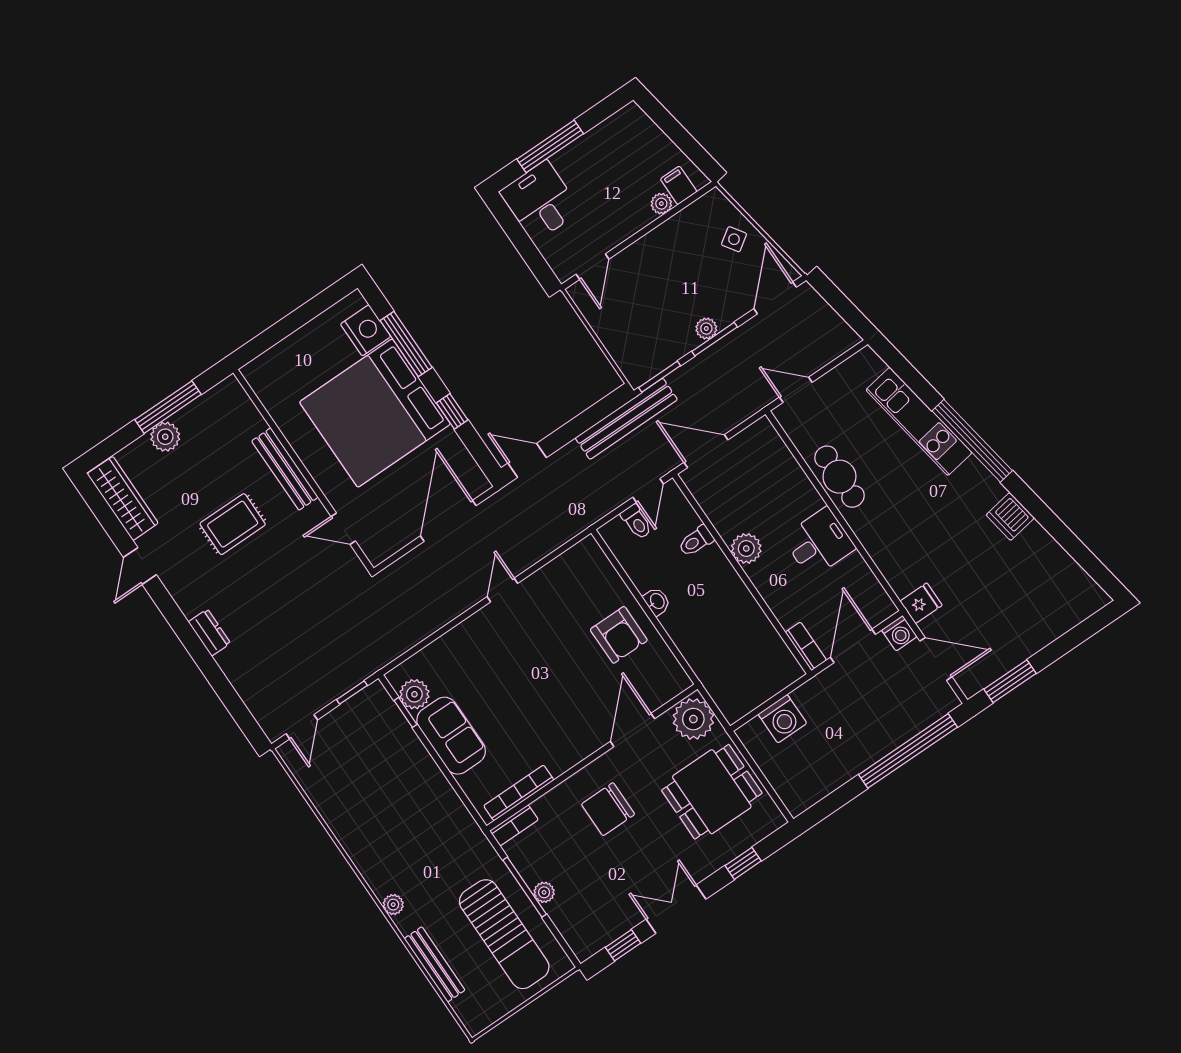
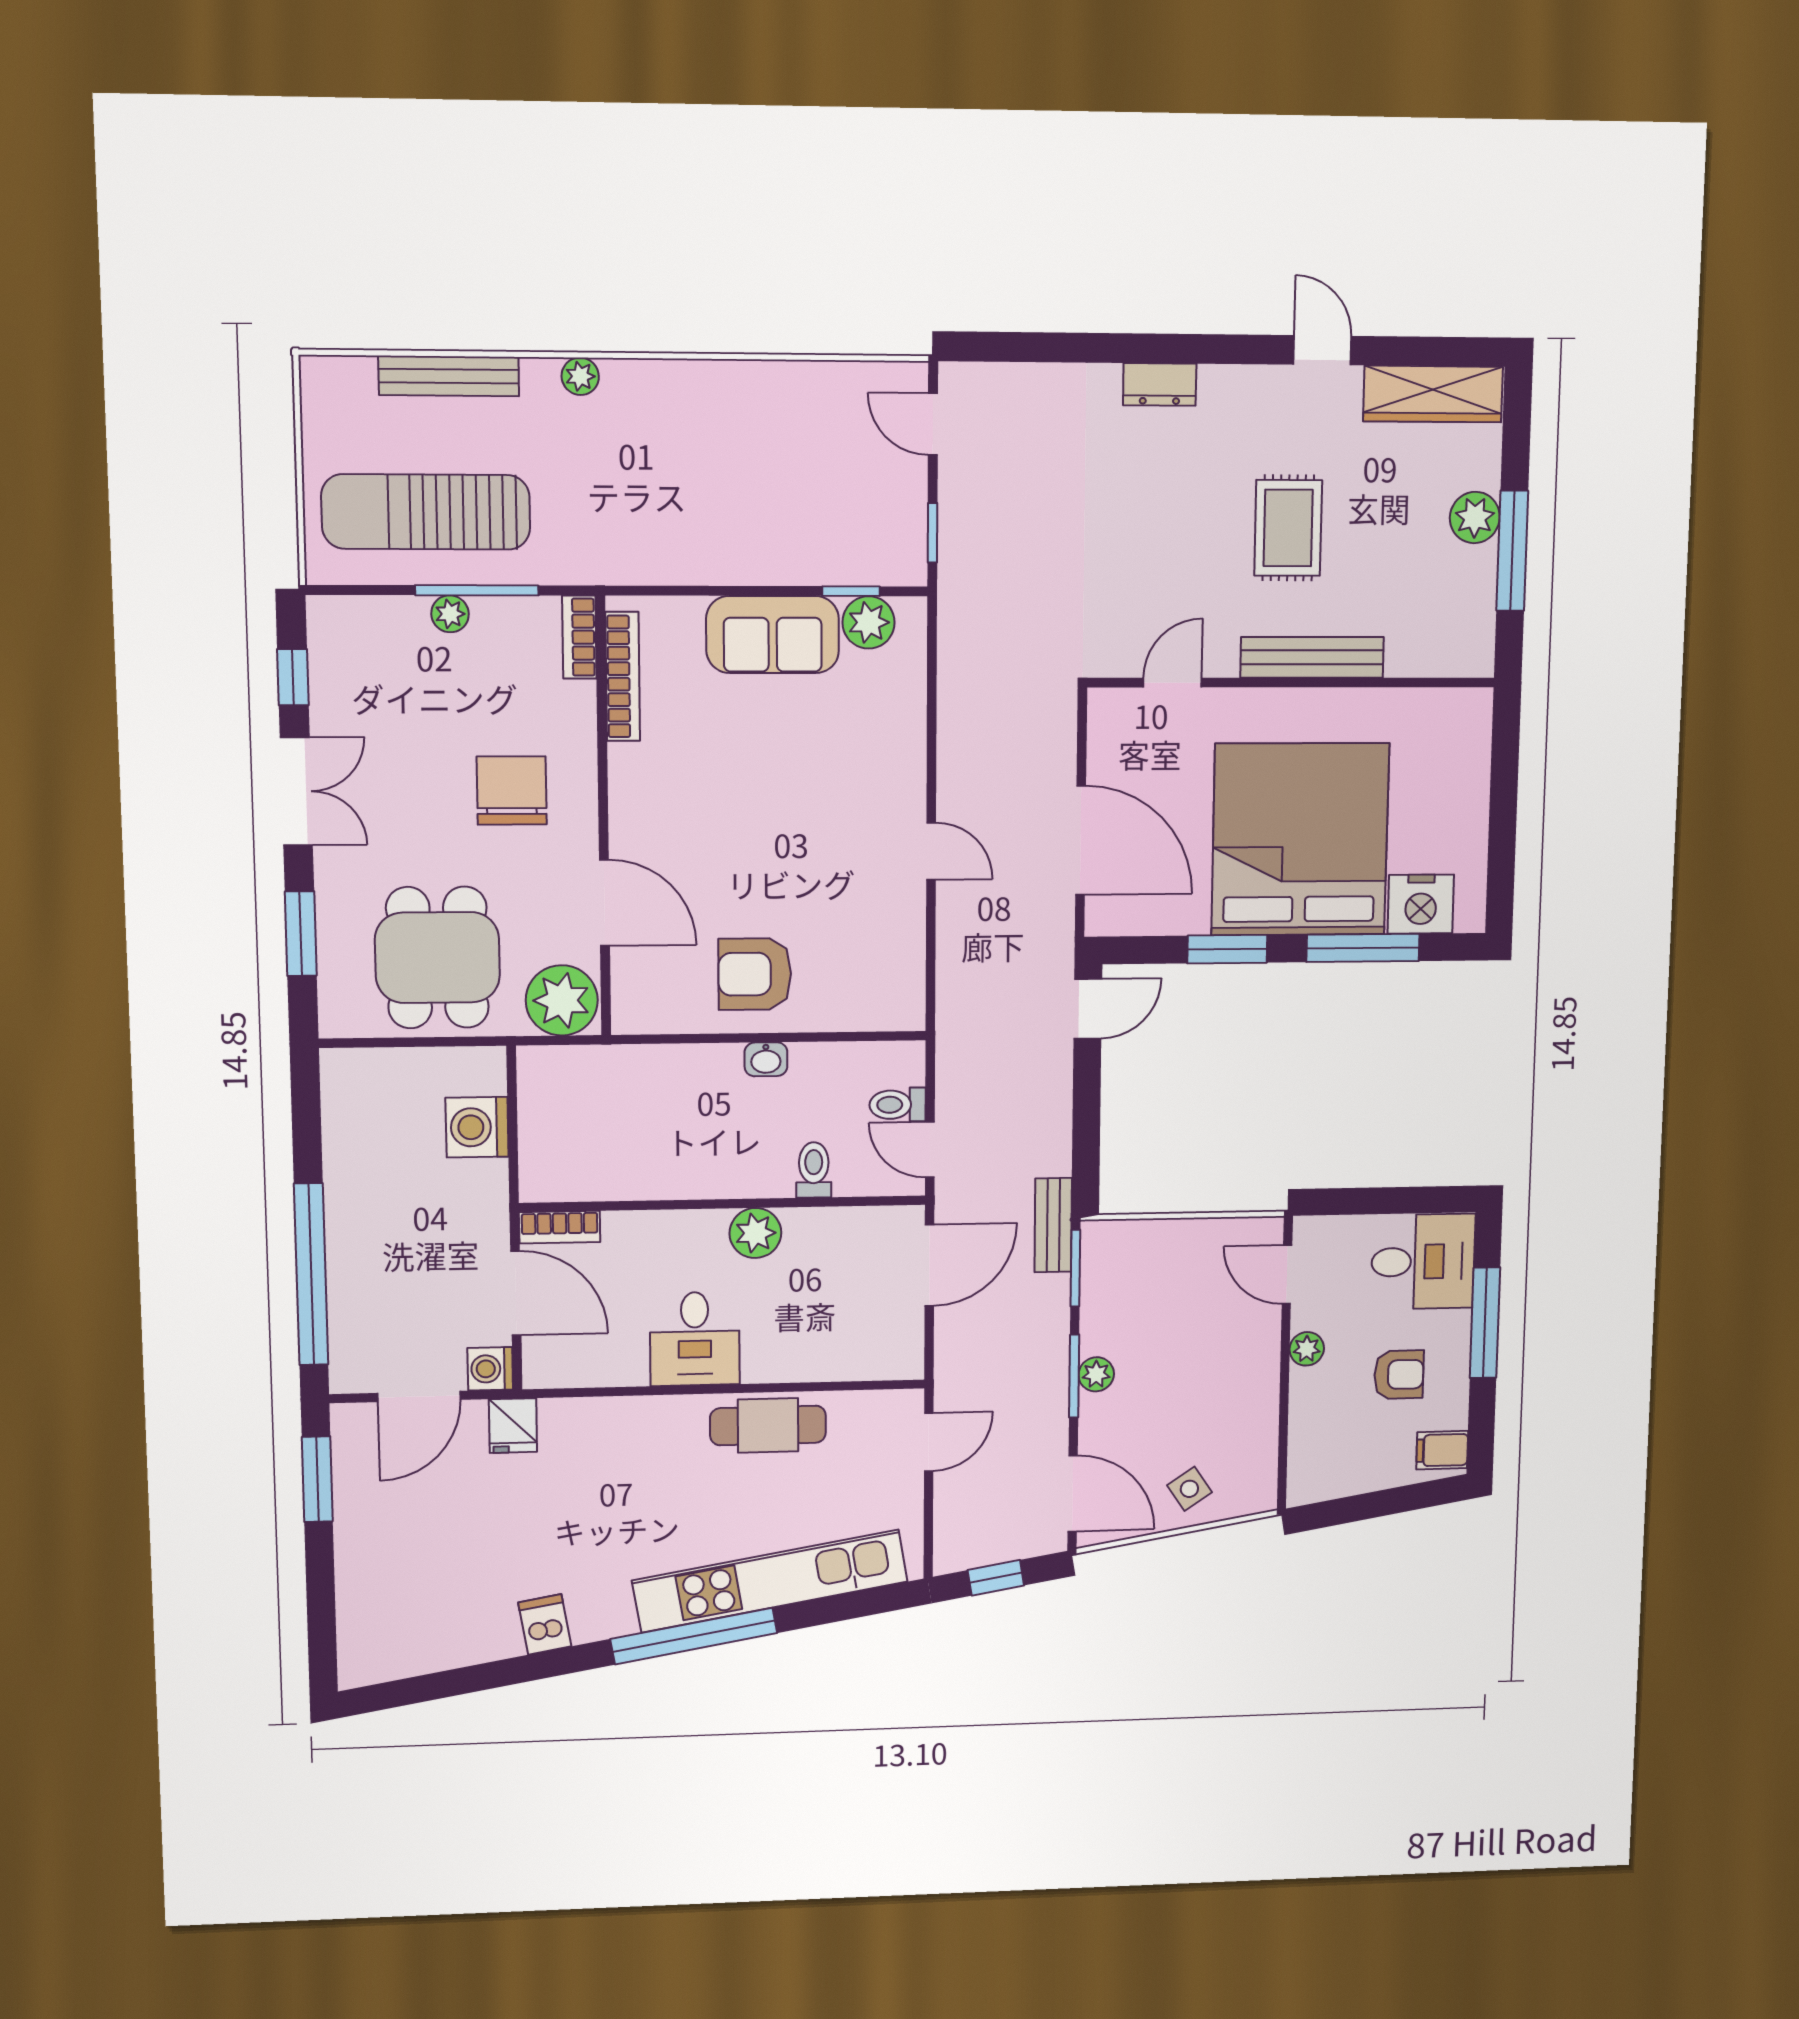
armchair: (605, 172) -> (1399, 1375), added
filing cabinet: (679, 185) -> (1442, 1450), moved, turned 180
plant: (661, 204) -> (1307, 1349), moved
window: (844, 307) -> (996, 1578), added
window: (452, 411) -> (1227, 949), width x1.50
bench: (626, 419) -> (1053, 1225), width x0.54, depth x0.82
kitchen unit: (919, 421) -> (770, 1581), width x1.36
dishwasher: (1010, 516) -> (545, 1624), width x0.73
window: (743, 863) -> (301, 934), width x1.50

